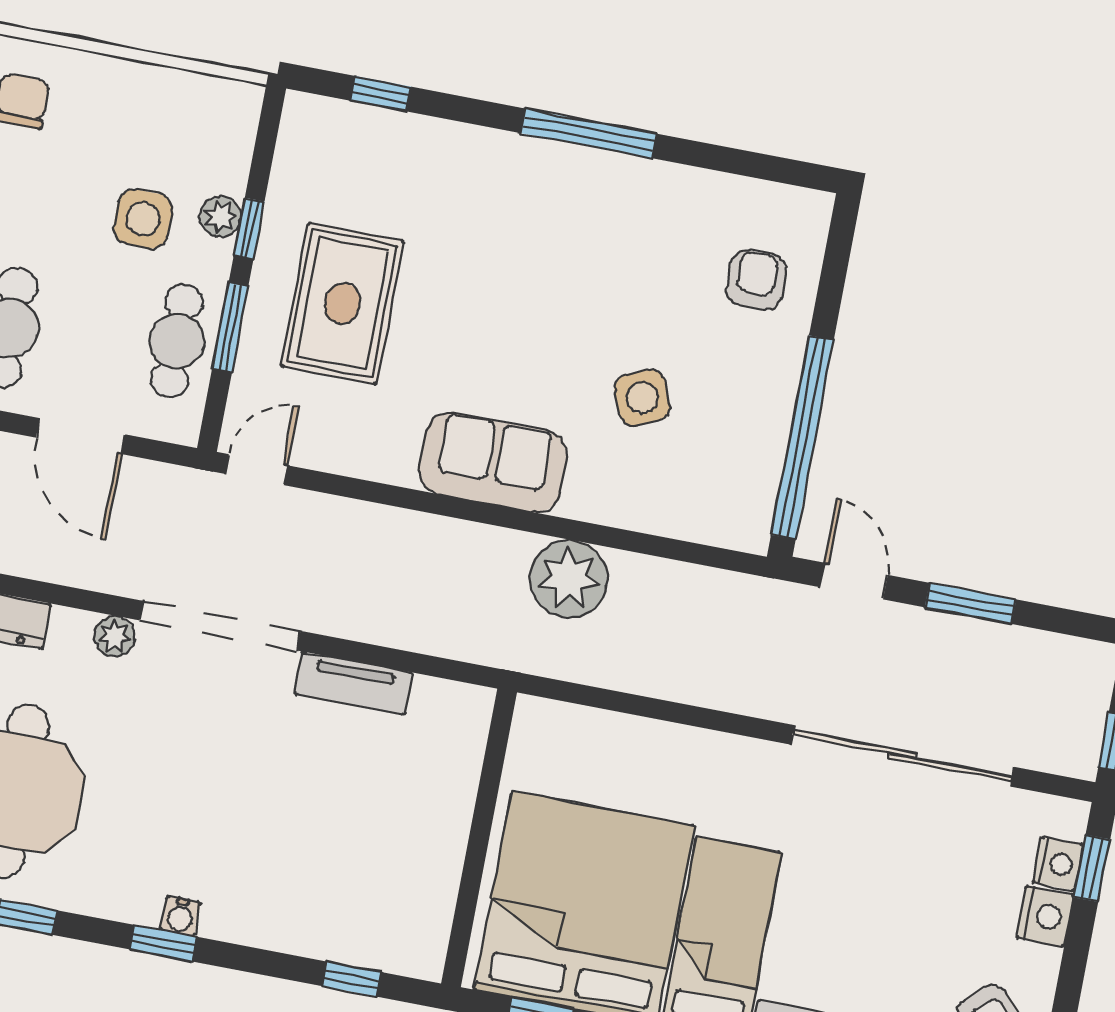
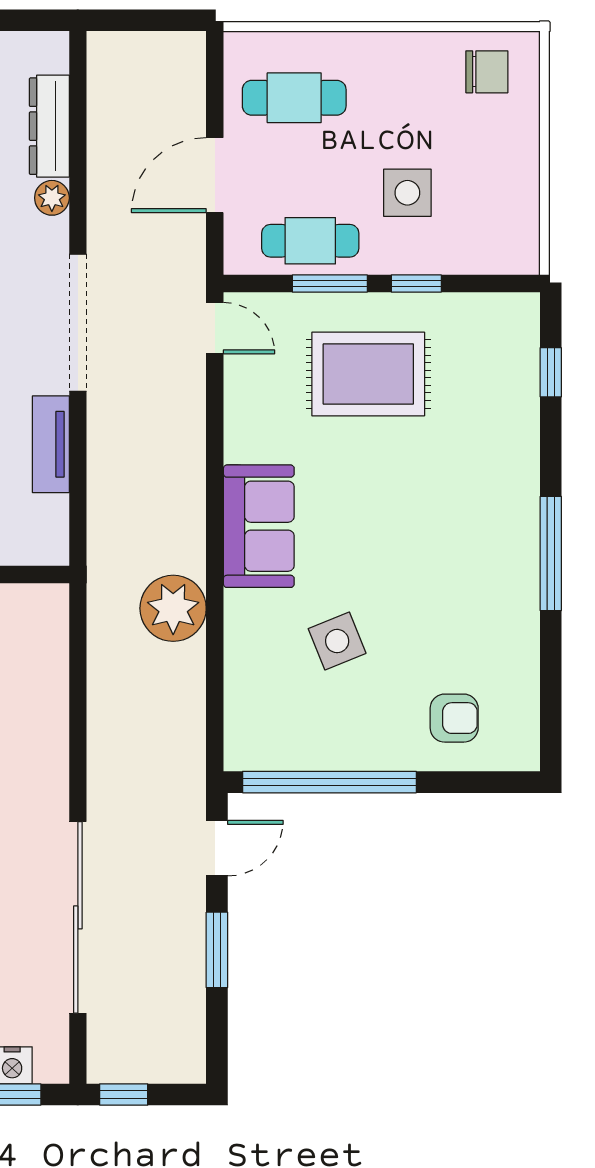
plant: (220, 217) -> (422, 257), removed
plant: (114, 636) -> (52, 198), moved

